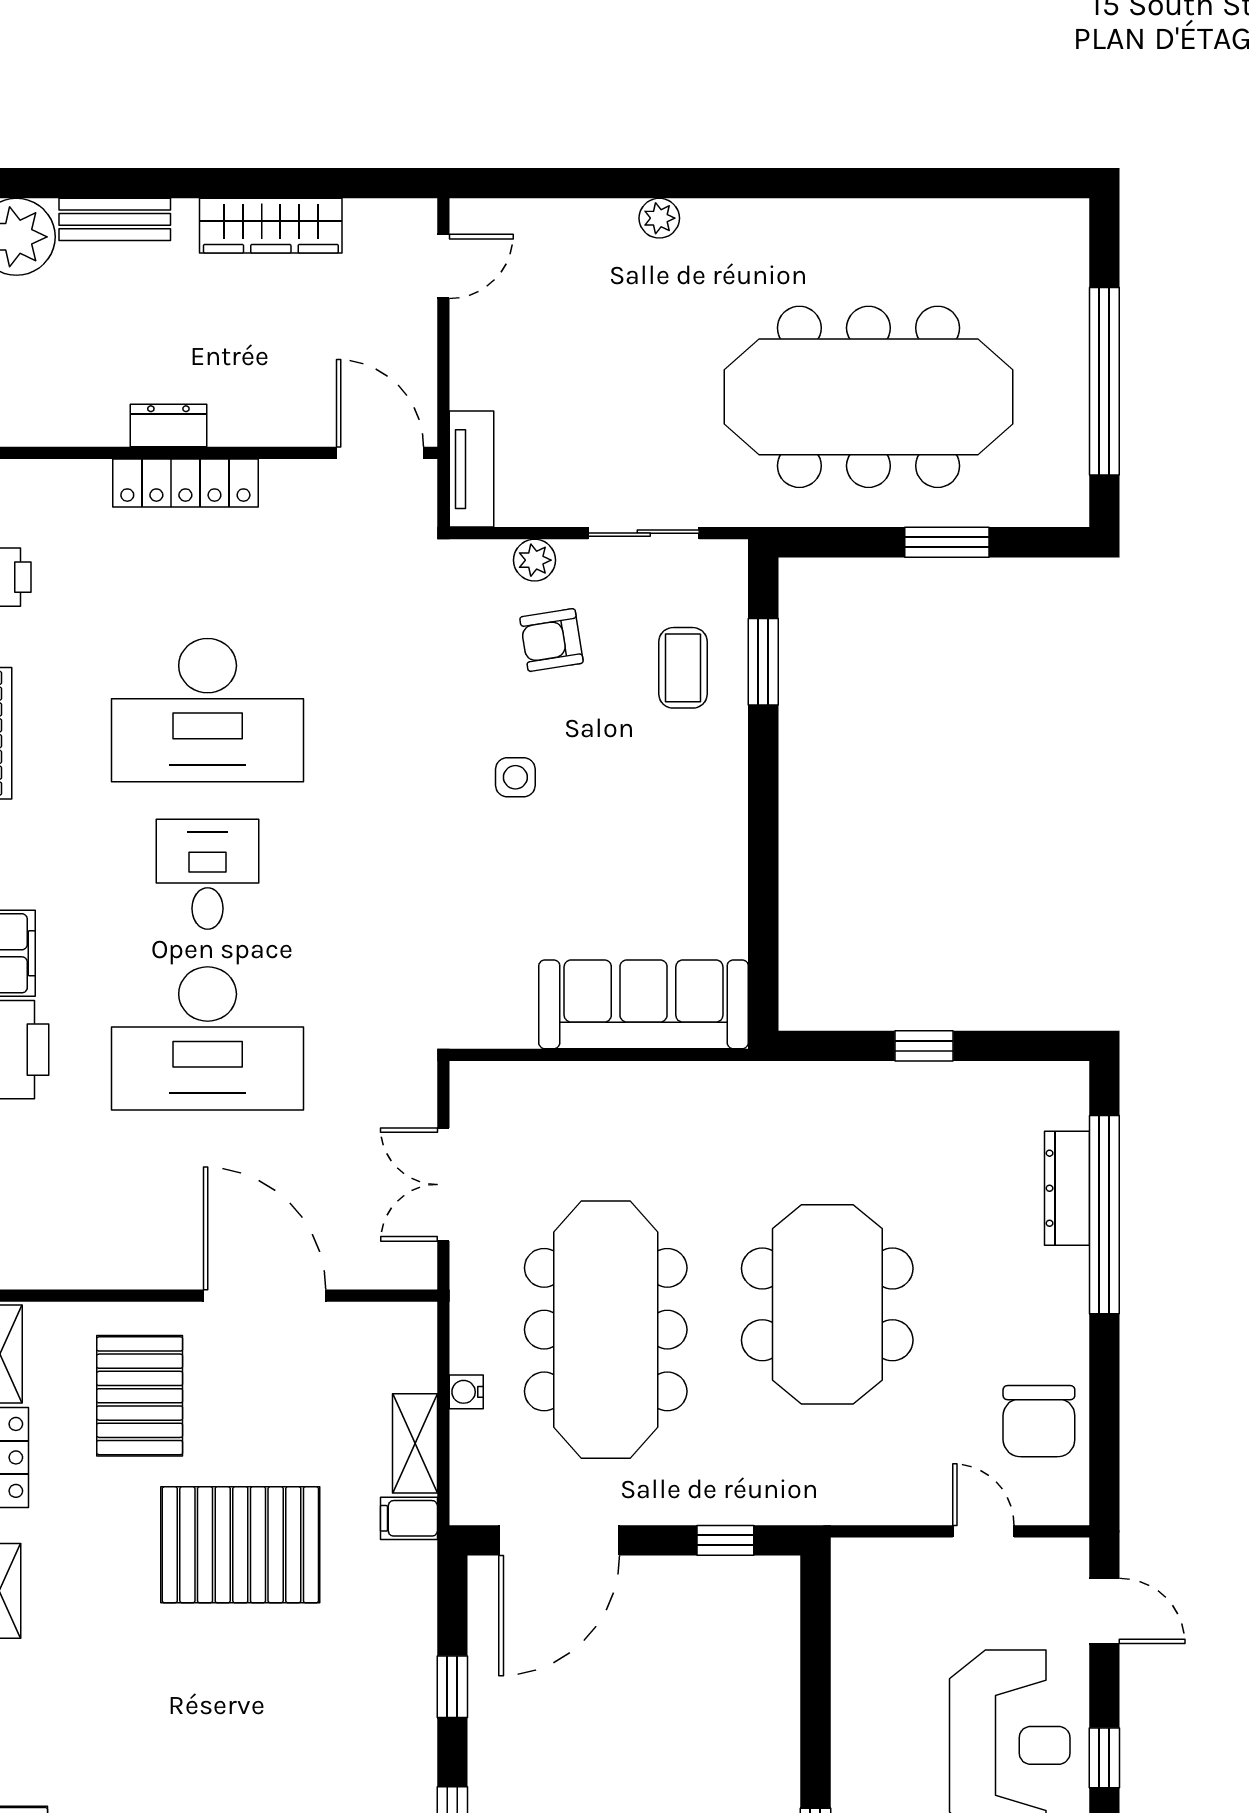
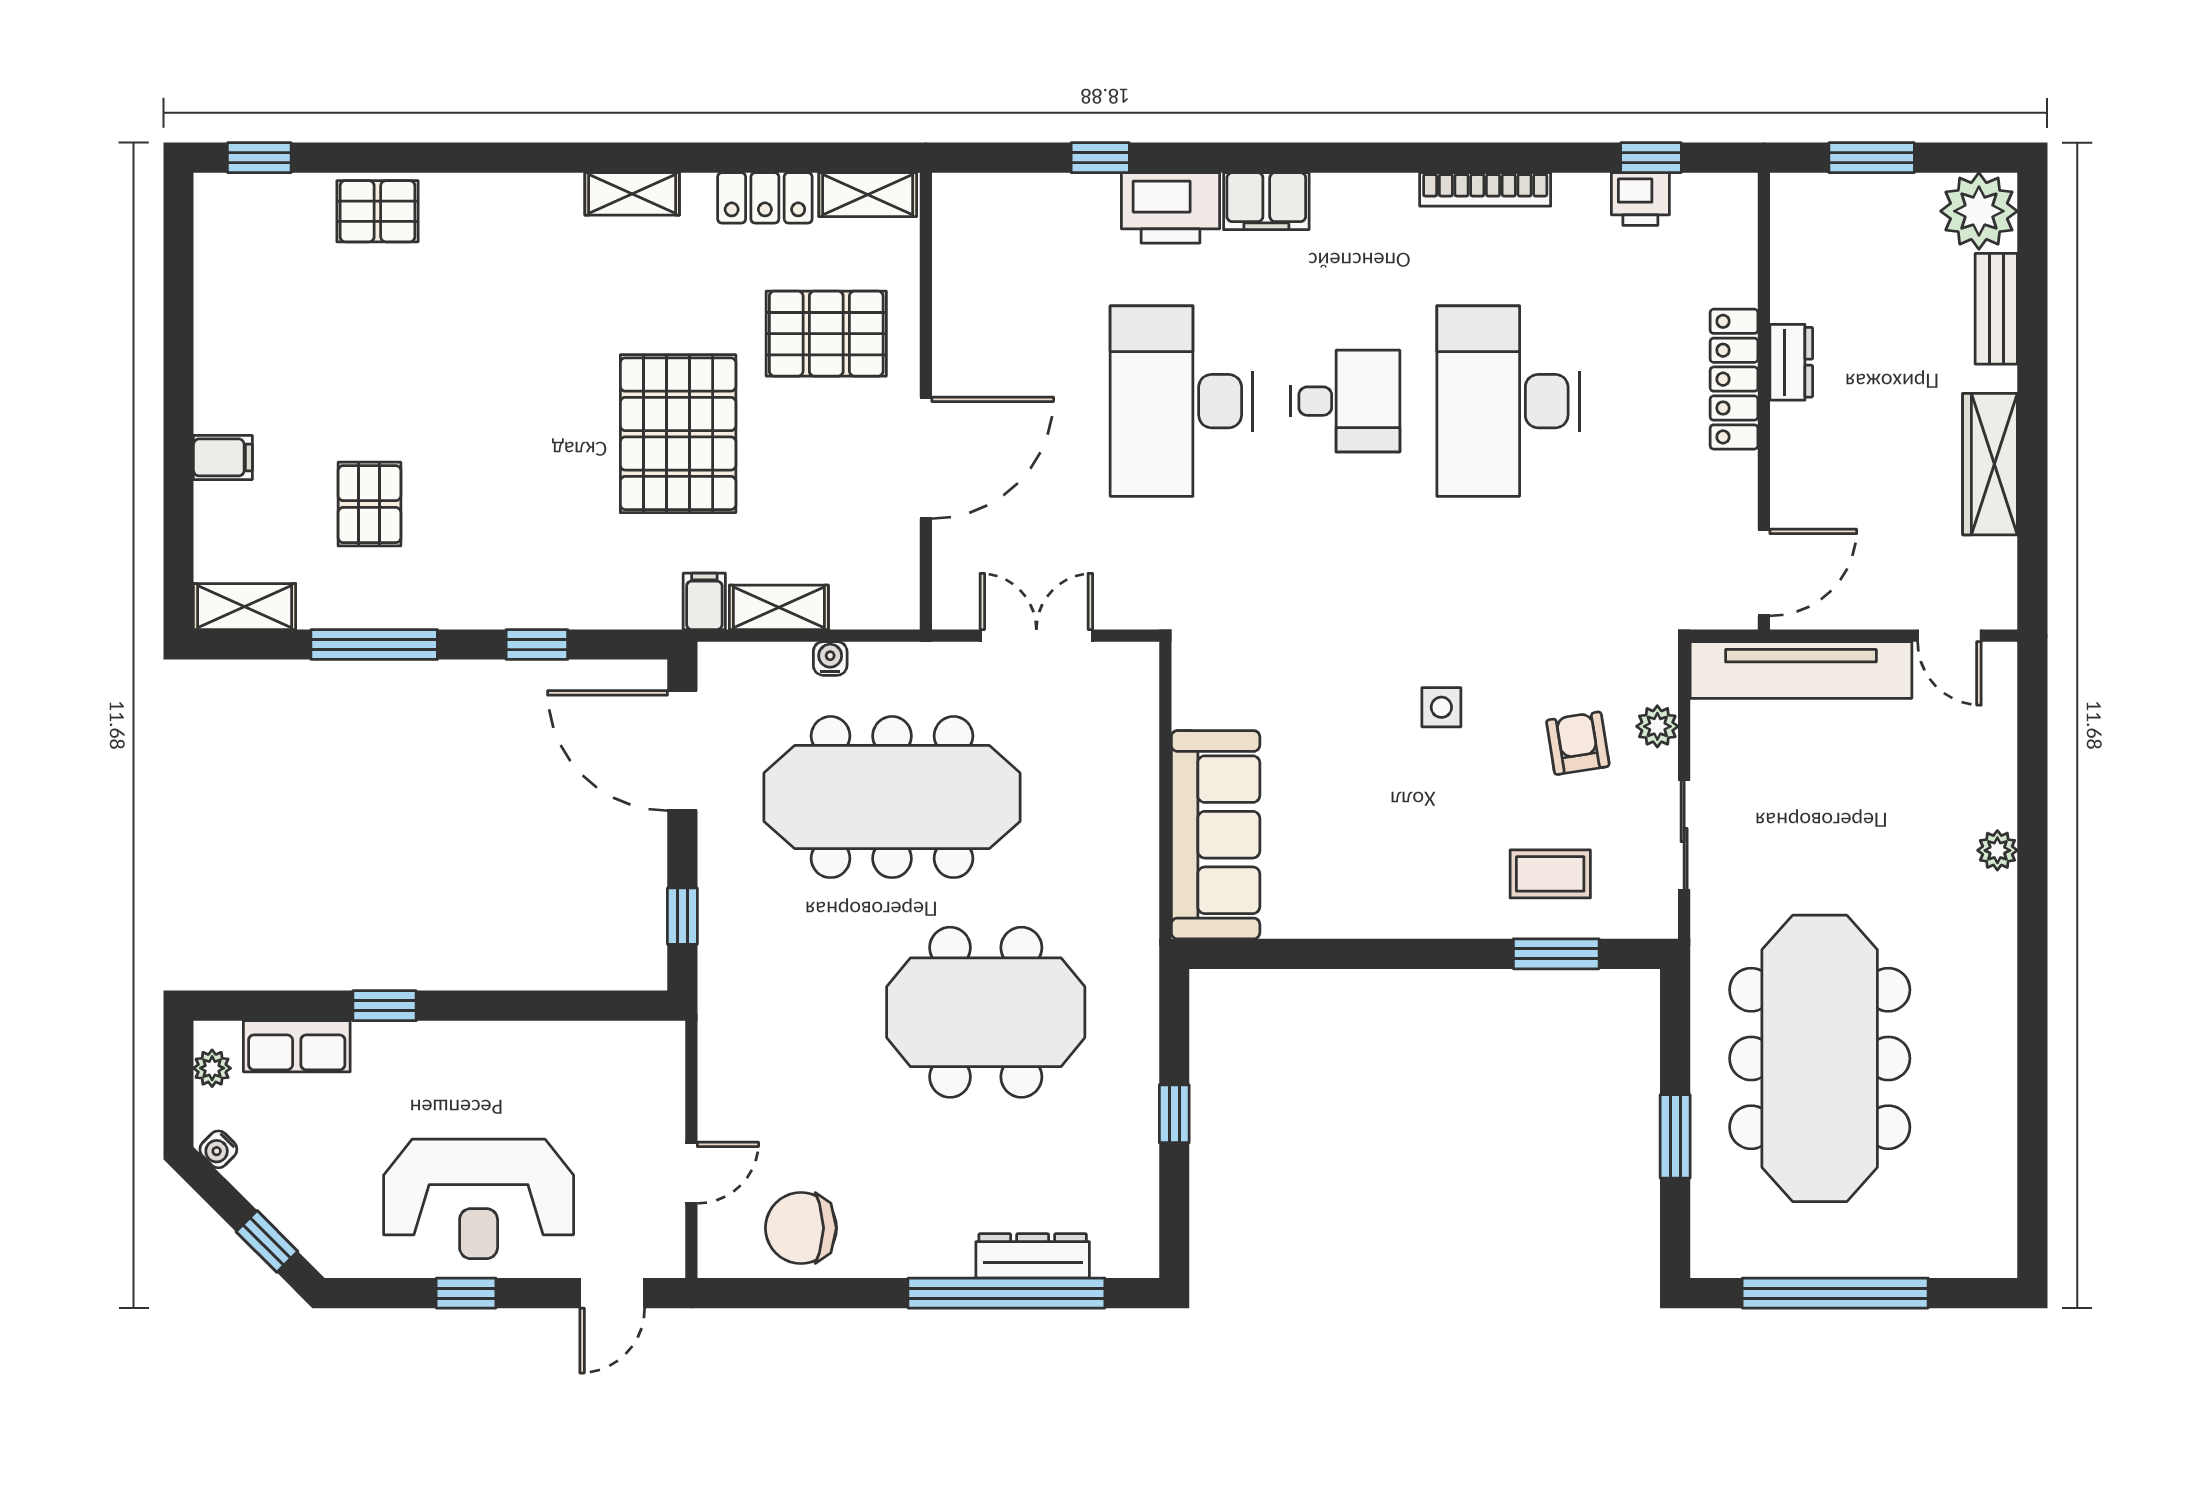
tv unit: (471, 469) -> (1801, 670), width x1.92, depth x1.29
meeting table: (827, 1304) -> (986, 1012), moved

